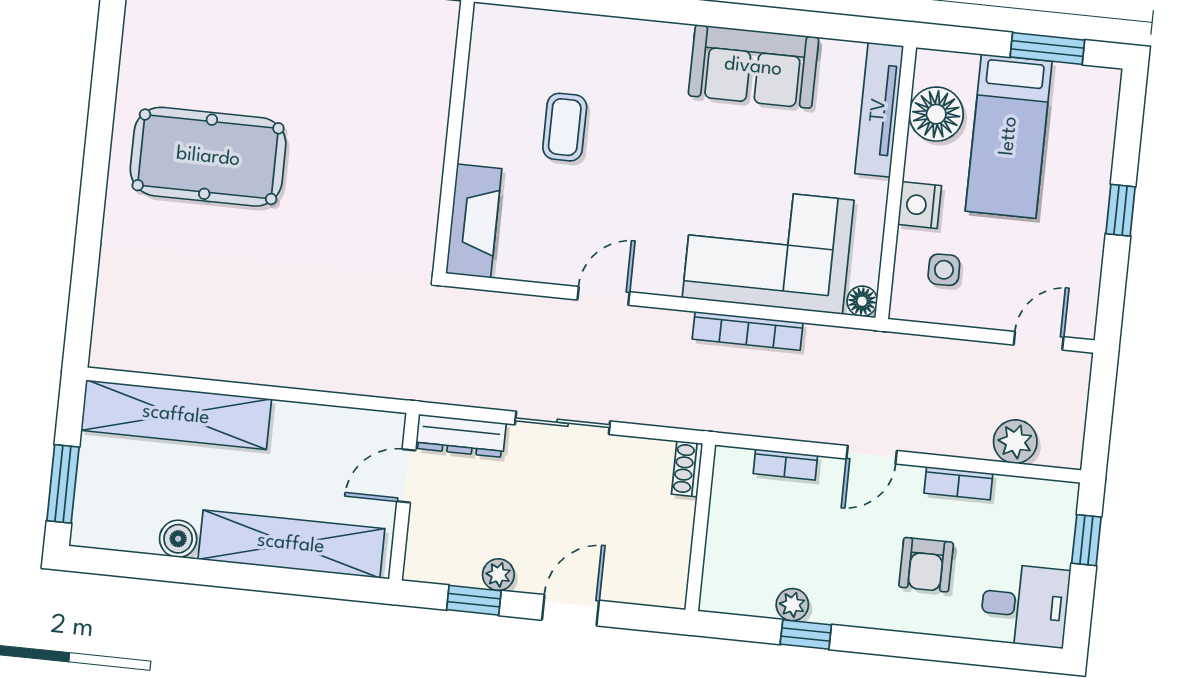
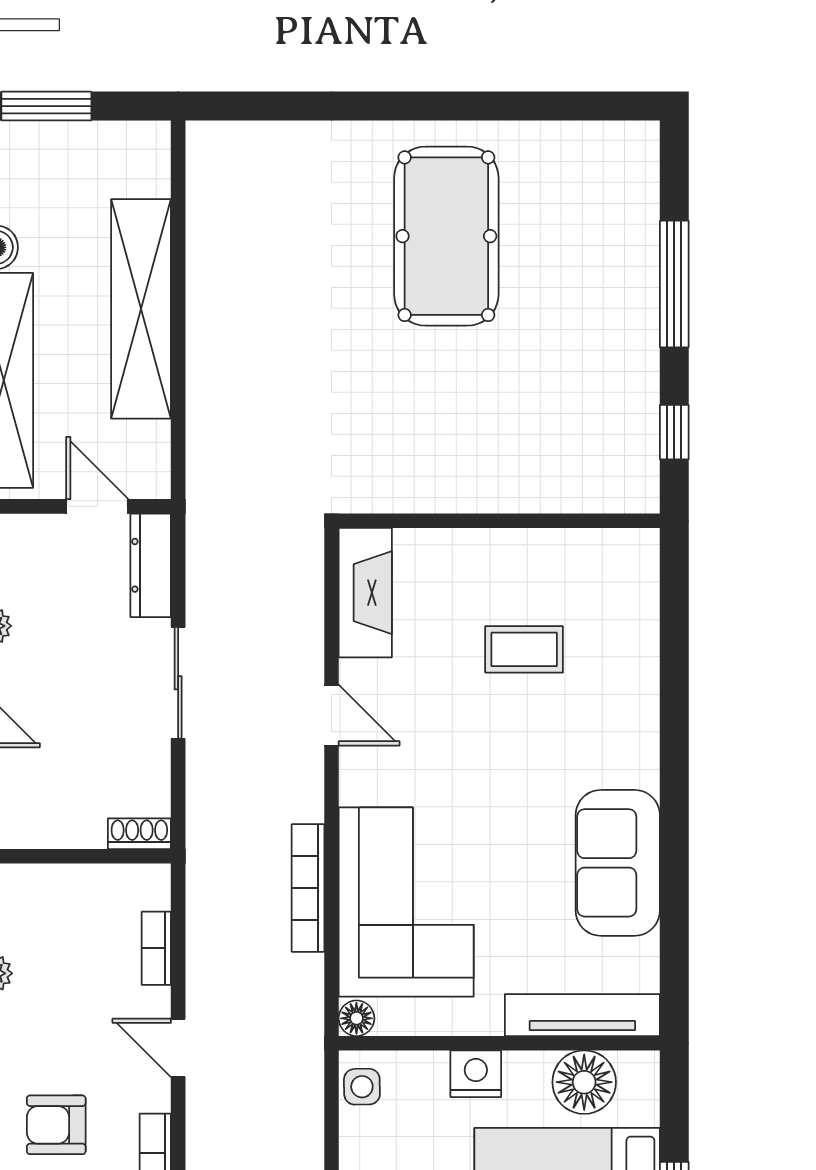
fireplace: (474, 221) -> (365, 593), moved, turned -90
side table: (944, 270) -> (362, 1087), moved
shelving: (176, 415) -> (141, 309), moved

